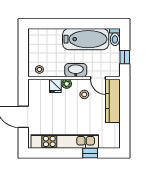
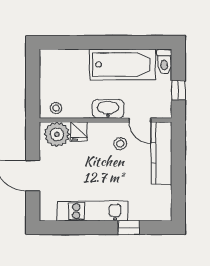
plant: (67, 84) -> (57, 134), moved, width x1.88, depth x1.88
kitchen unit: (65, 141) -> (92, 211), width x0.73

